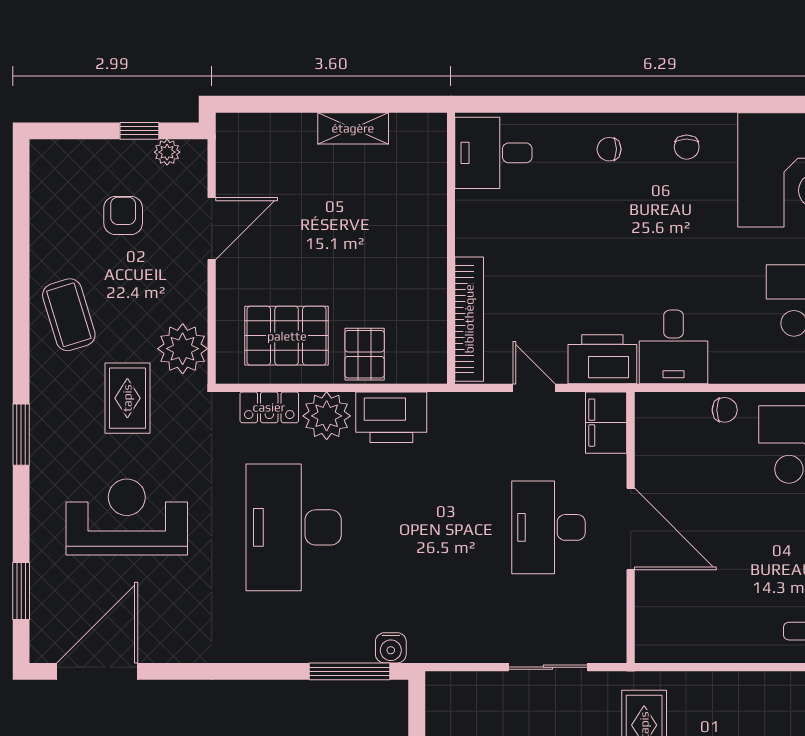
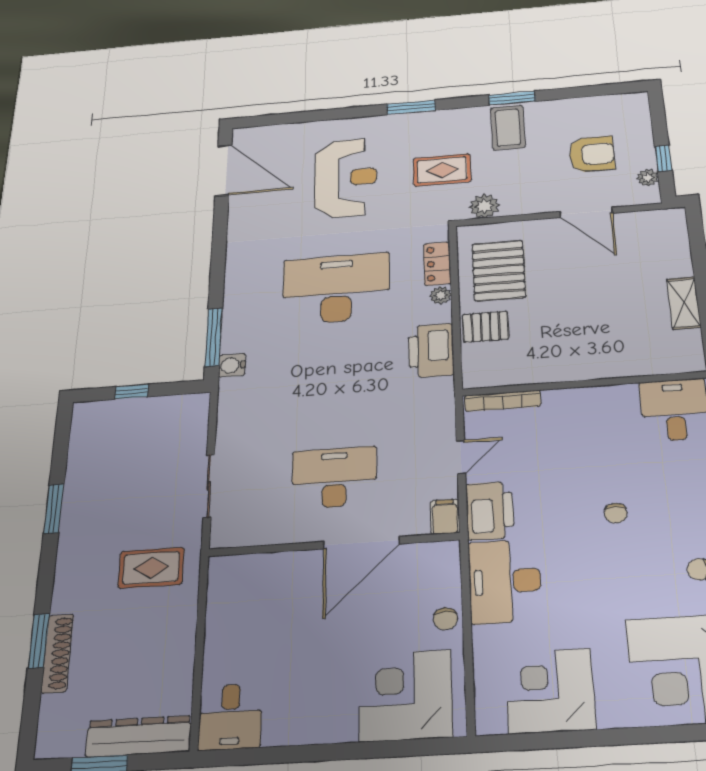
chair: (609, 149) -> (616, 513), moved, turned 180
armchair: (123, 216) -> (592, 154), width x1.38, depth x1.38
coffee table: (69, 315) -> (508, 128), turned -73
bookcase: (469, 319) -> (503, 401), width x0.68, depth x0.76
desk: (673, 347) -> (505, 581), width x1.37
plant: (183, 349) -> (484, 206), width x0.73, depth x0.73
plant: (327, 416) -> (441, 295), width x0.53, depth x0.53
filing cabinet: (606, 423) -> (445, 517), width x0.50
door: (631, 529) -> (361, 543), moved
window: (21, 591) -> (512, 98), moved

